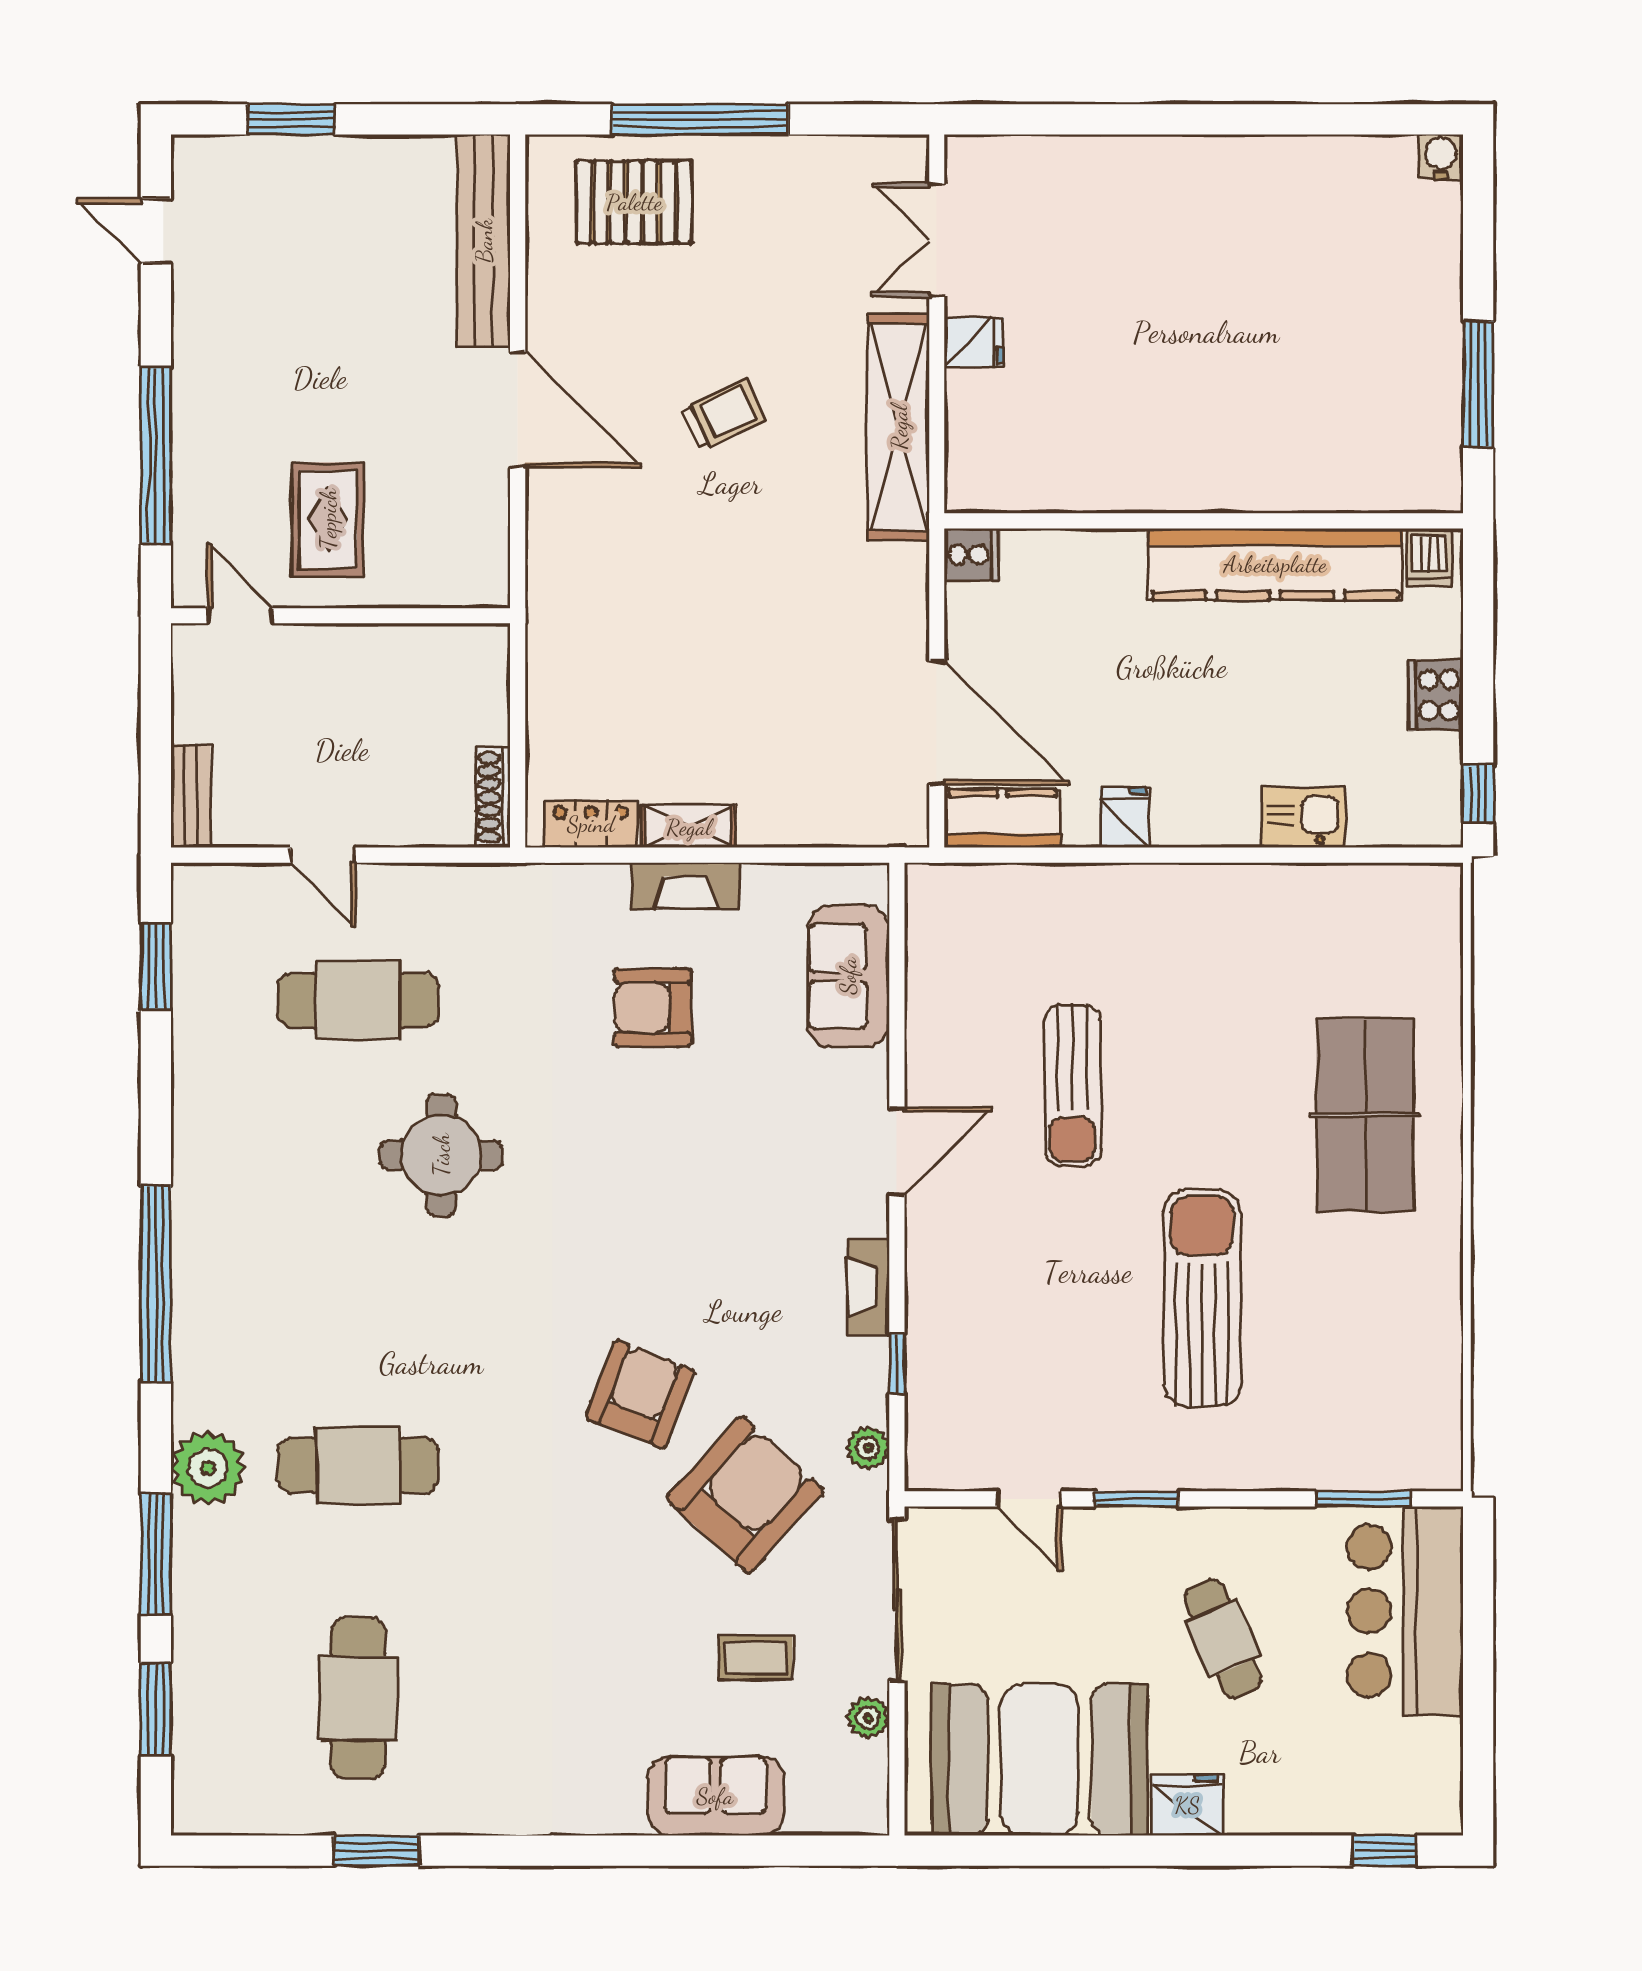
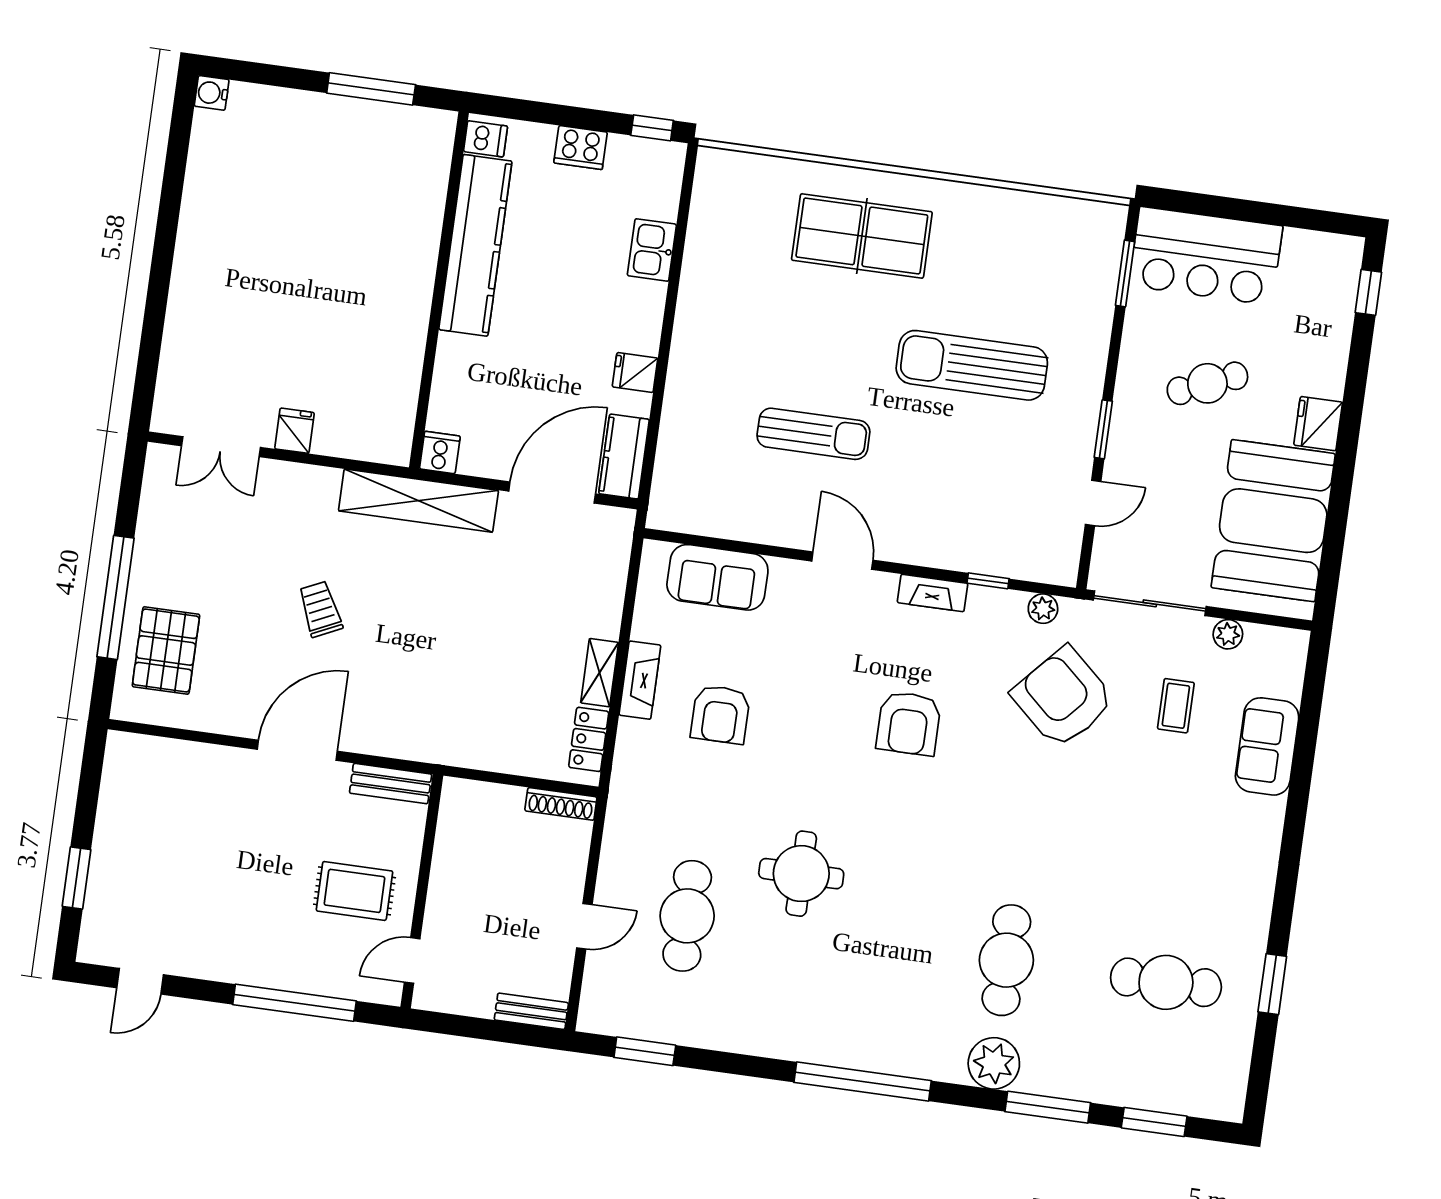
bench: (484, 241) -> (391, 784), moved, width x0.54, depth x0.82
shelving: (899, 427) -> (418, 501), moved
armchair: (640, 1394) -> (909, 723), moved, turned -111

